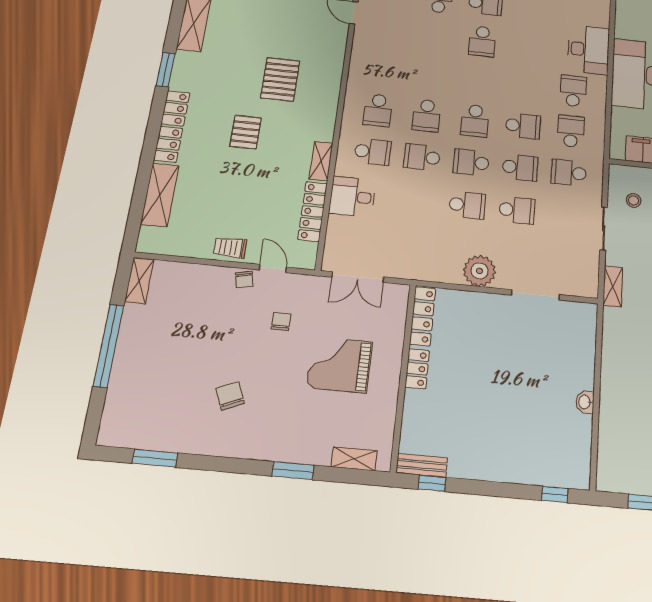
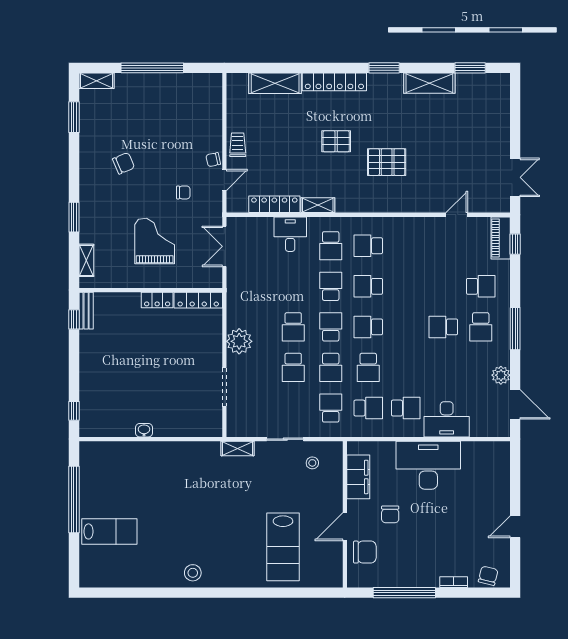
shelving: (139, 281) -> (96, 81), moved

